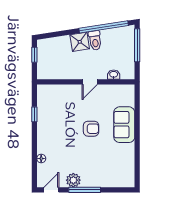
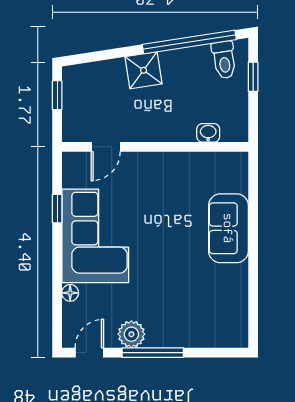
toilet: (95, 40) -> (224, 60), moved
window: (137, 45) -> (253, 77), width x0.46
door: (90, 82) -> (106, 147), moved
corner sofa: (54, 129) -> (95, 236), added
armchair: (91, 129) -> (165, 236), removed

